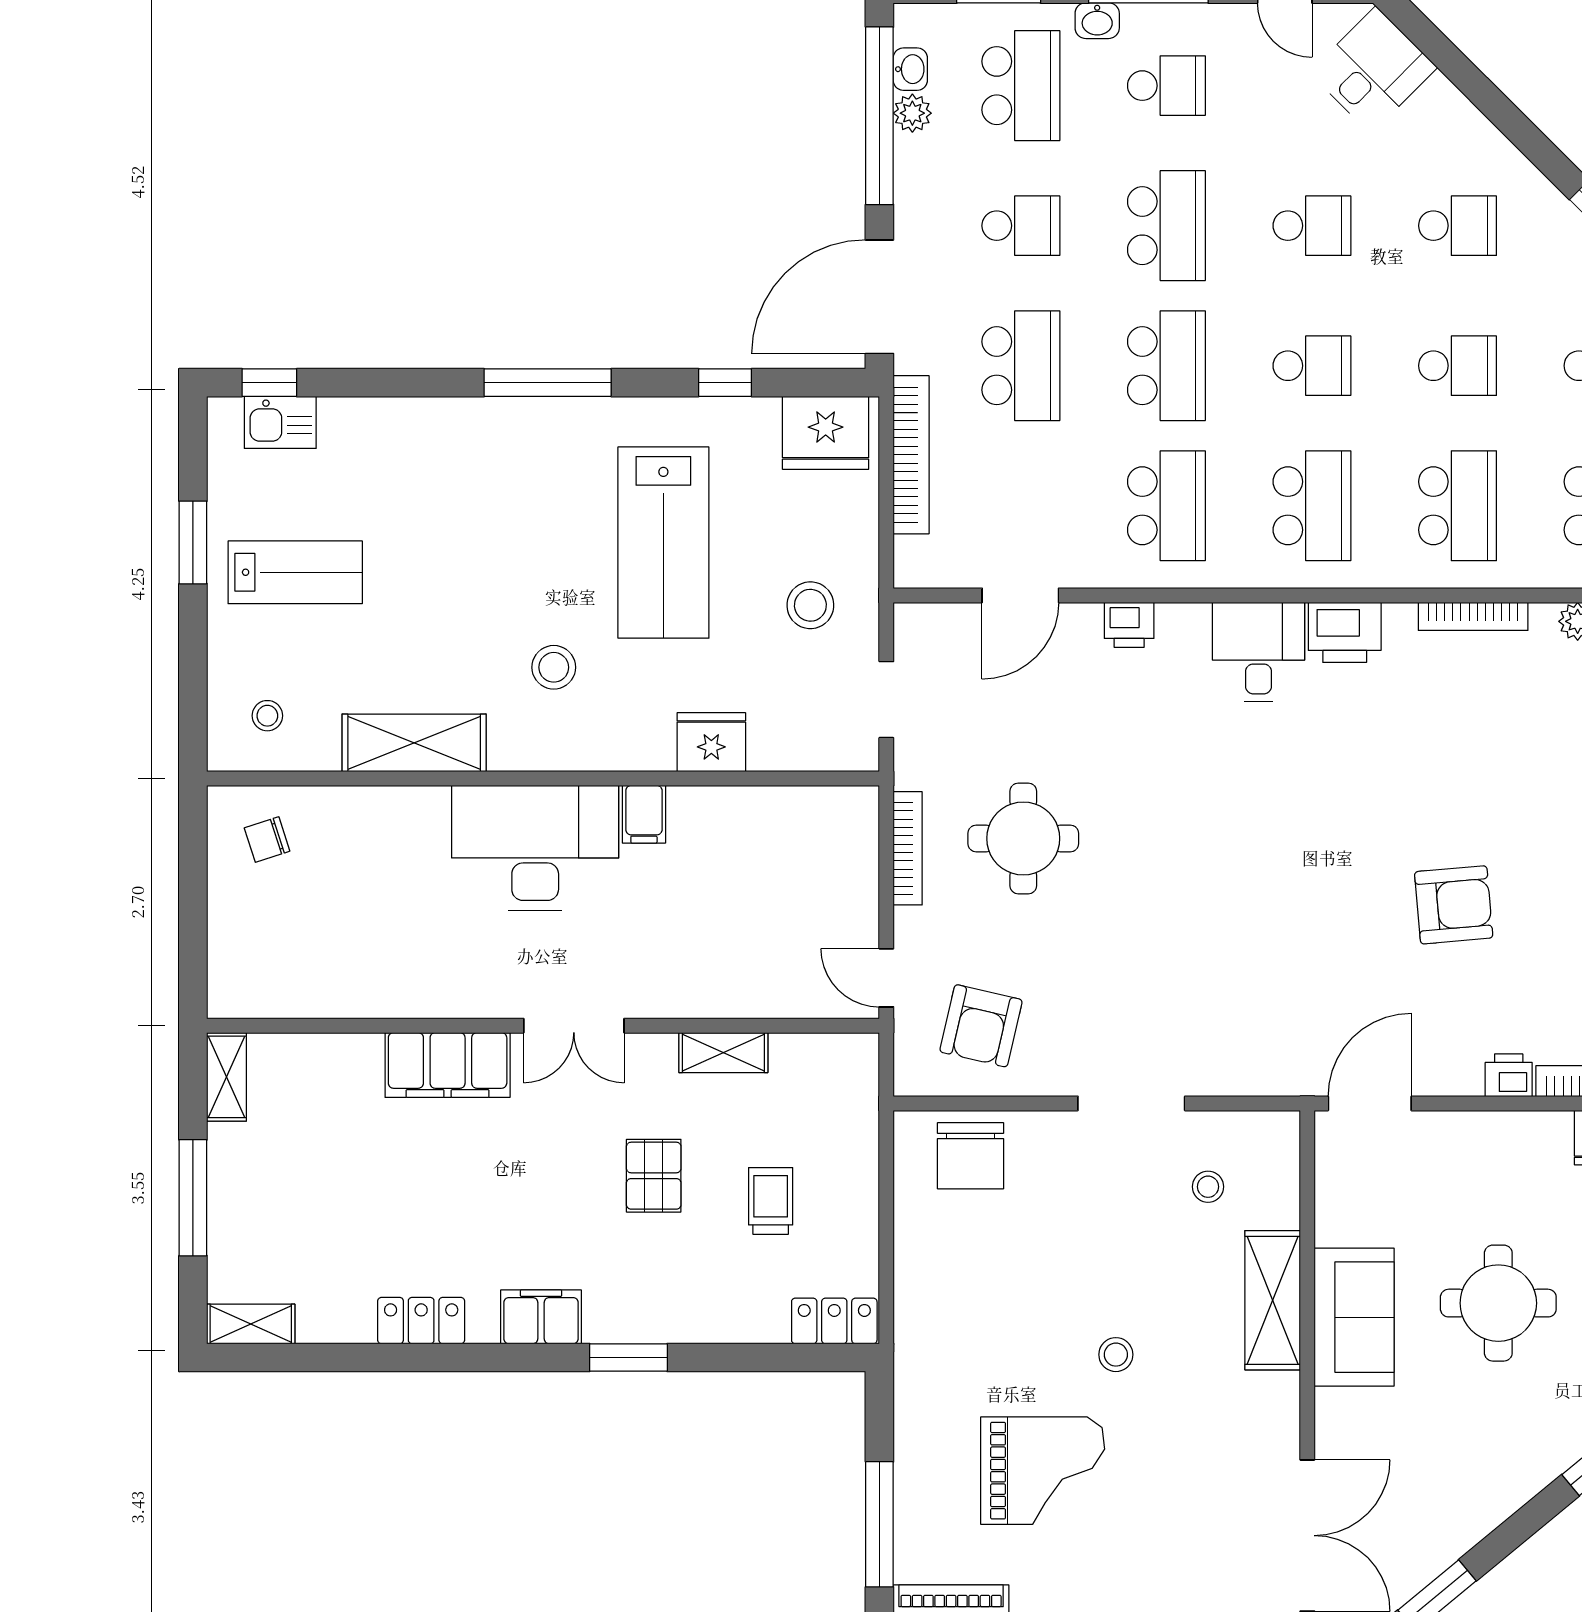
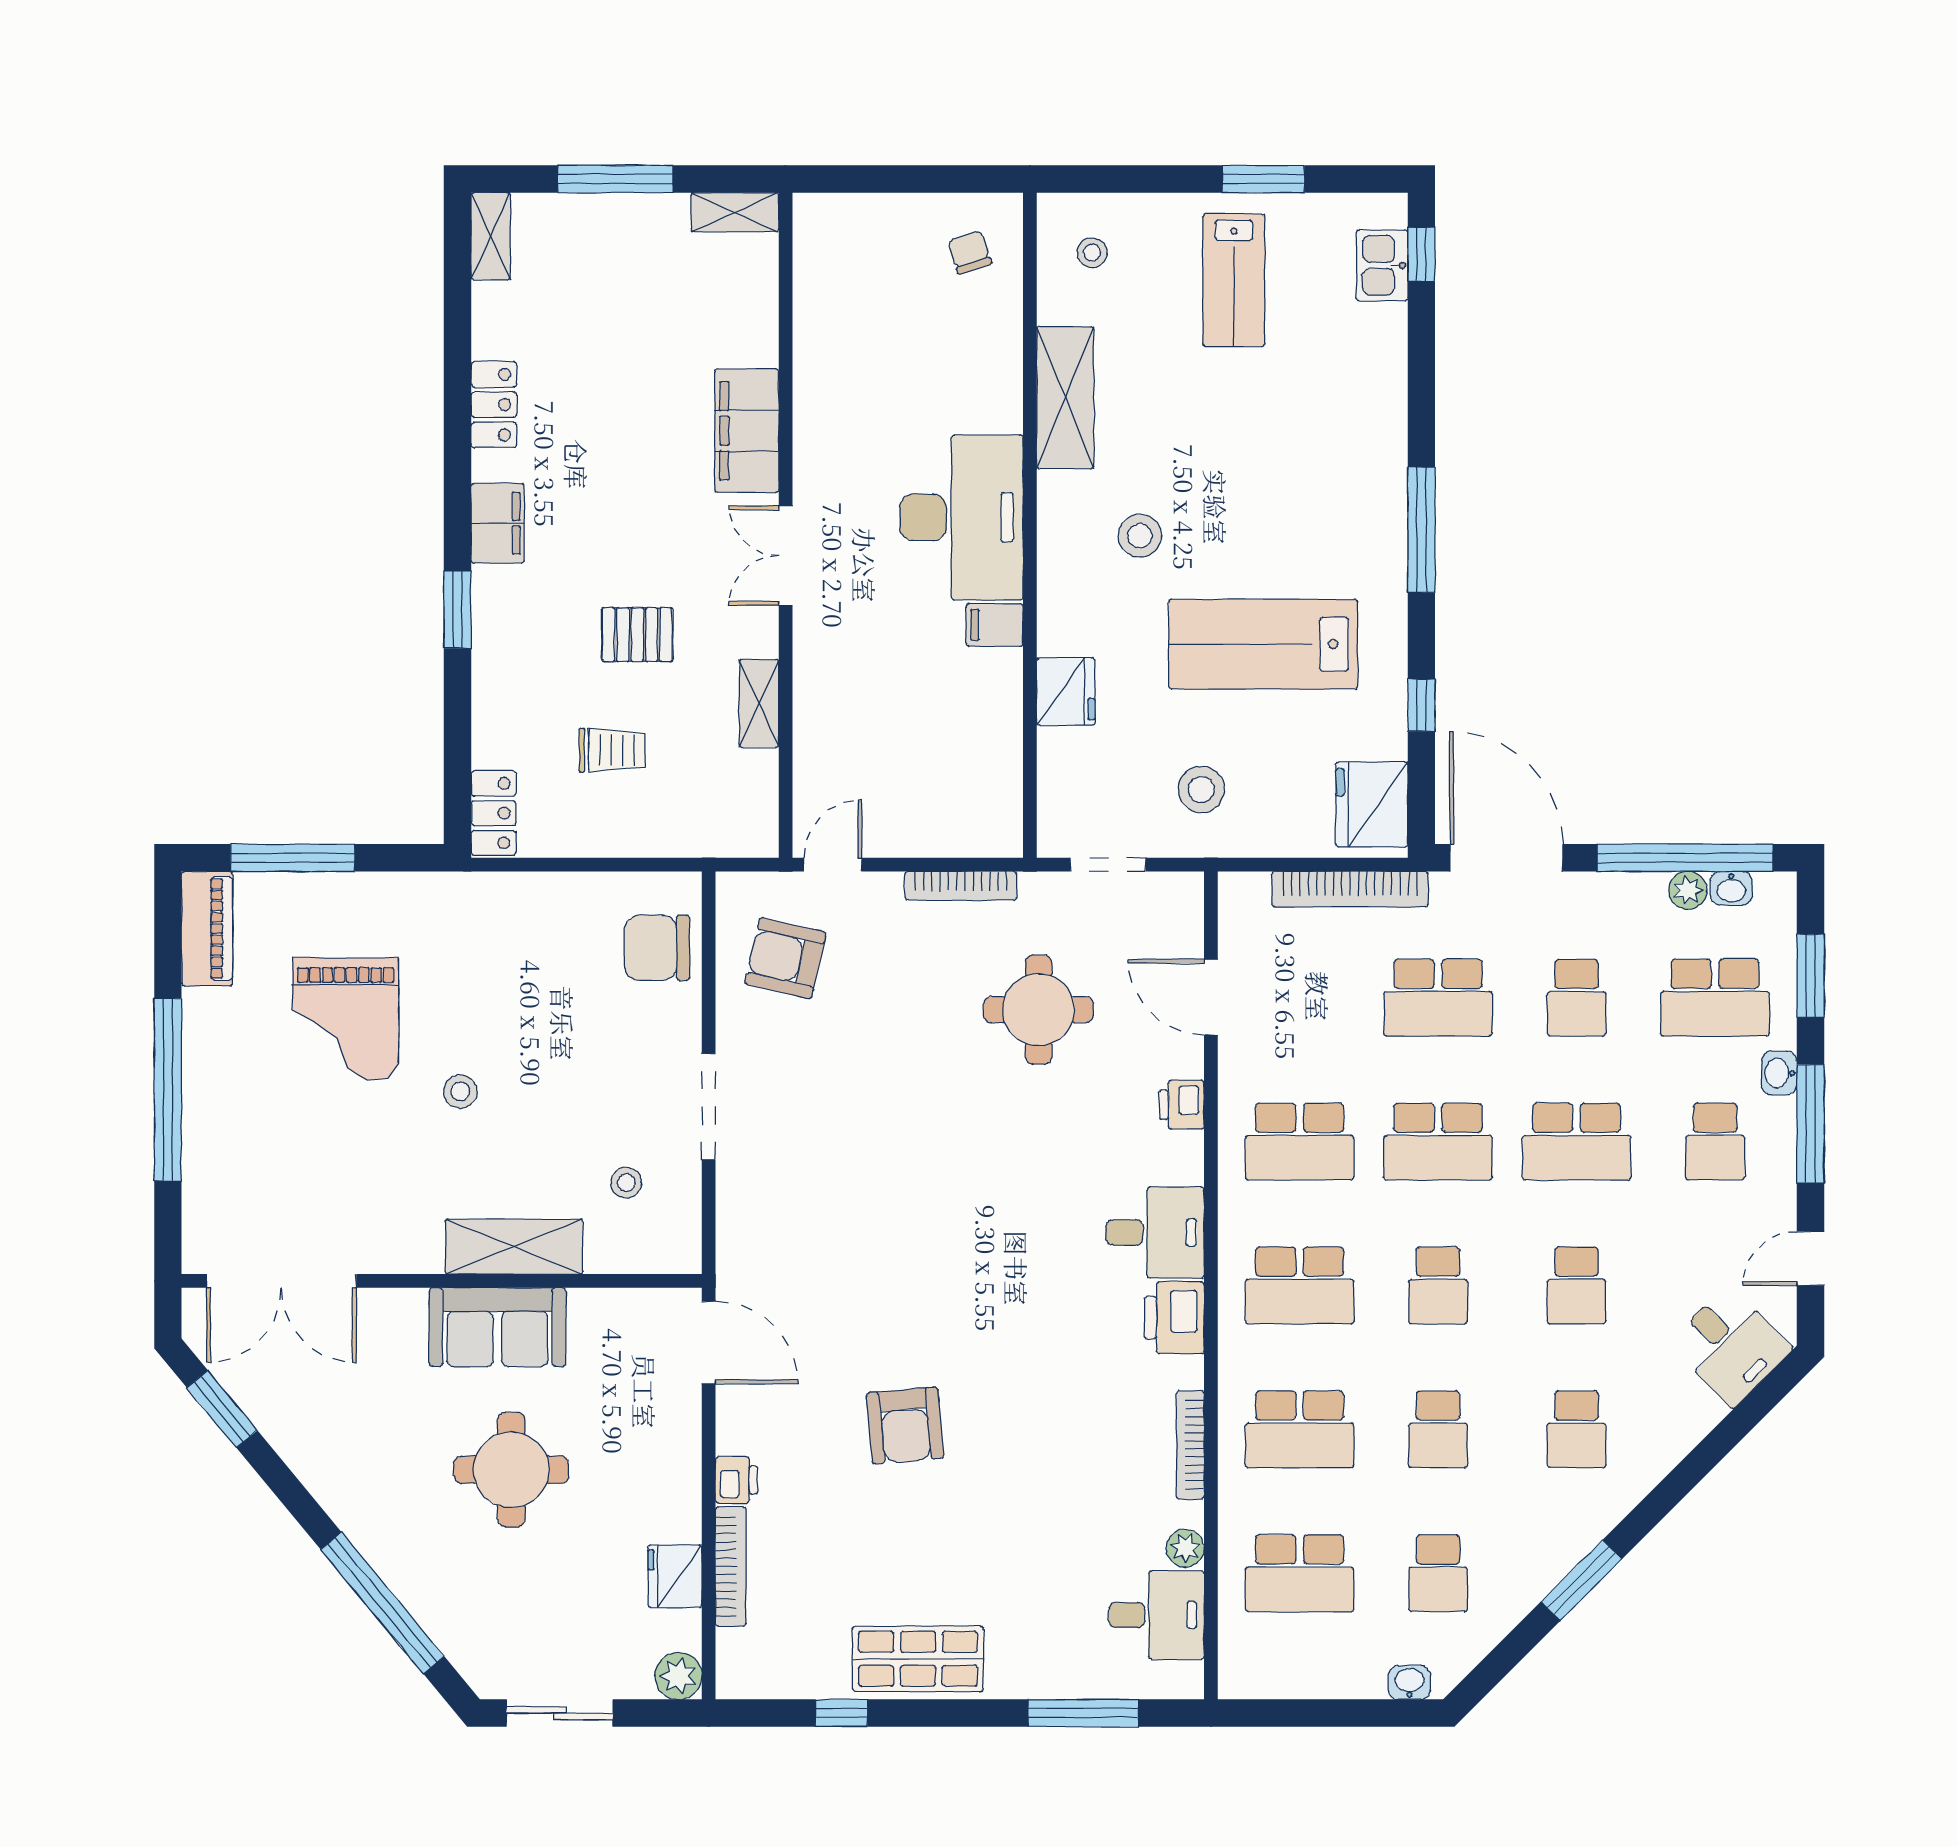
round table: (1023, 838) -> (1039, 1010), moved

